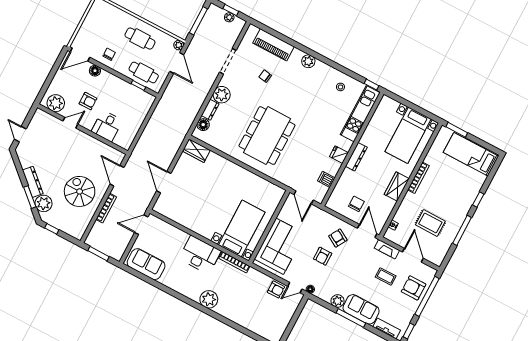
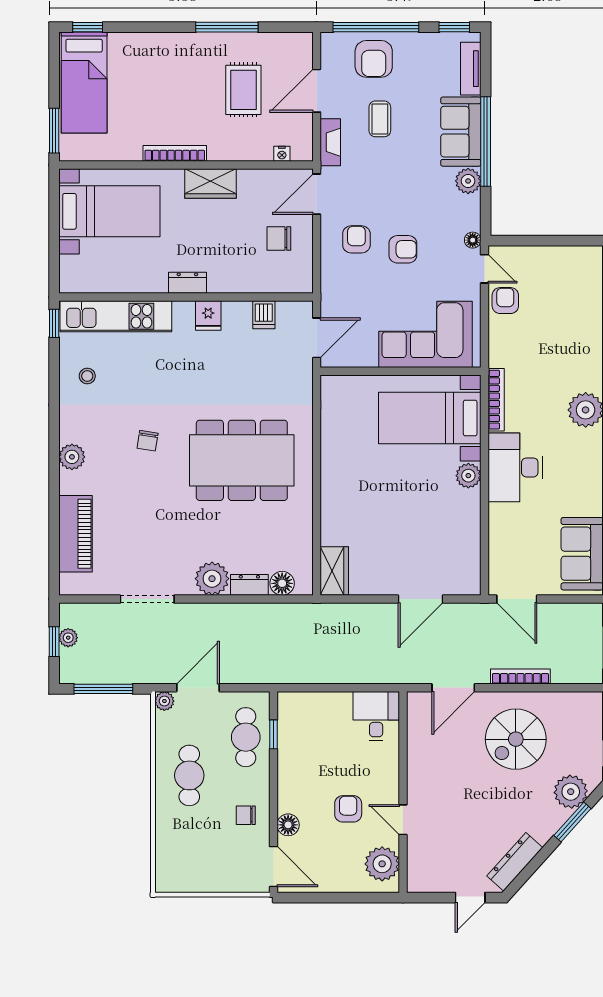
chair: (265, 76) -> (148, 441), moved
desk: (107, 126) -> (376, 716), moved, turned -90
dresser: (356, 157) -> (187, 283), width x0.70
dresser: (33, 182) -> (515, 862), moved
window: (478, 199) -> (88, 27), moved
plant: (207, 232) -> (468, 476), added
armchair: (338, 238) -> (356, 239), turned 150
window: (351, 318) -> (486, 142), width x1.46

